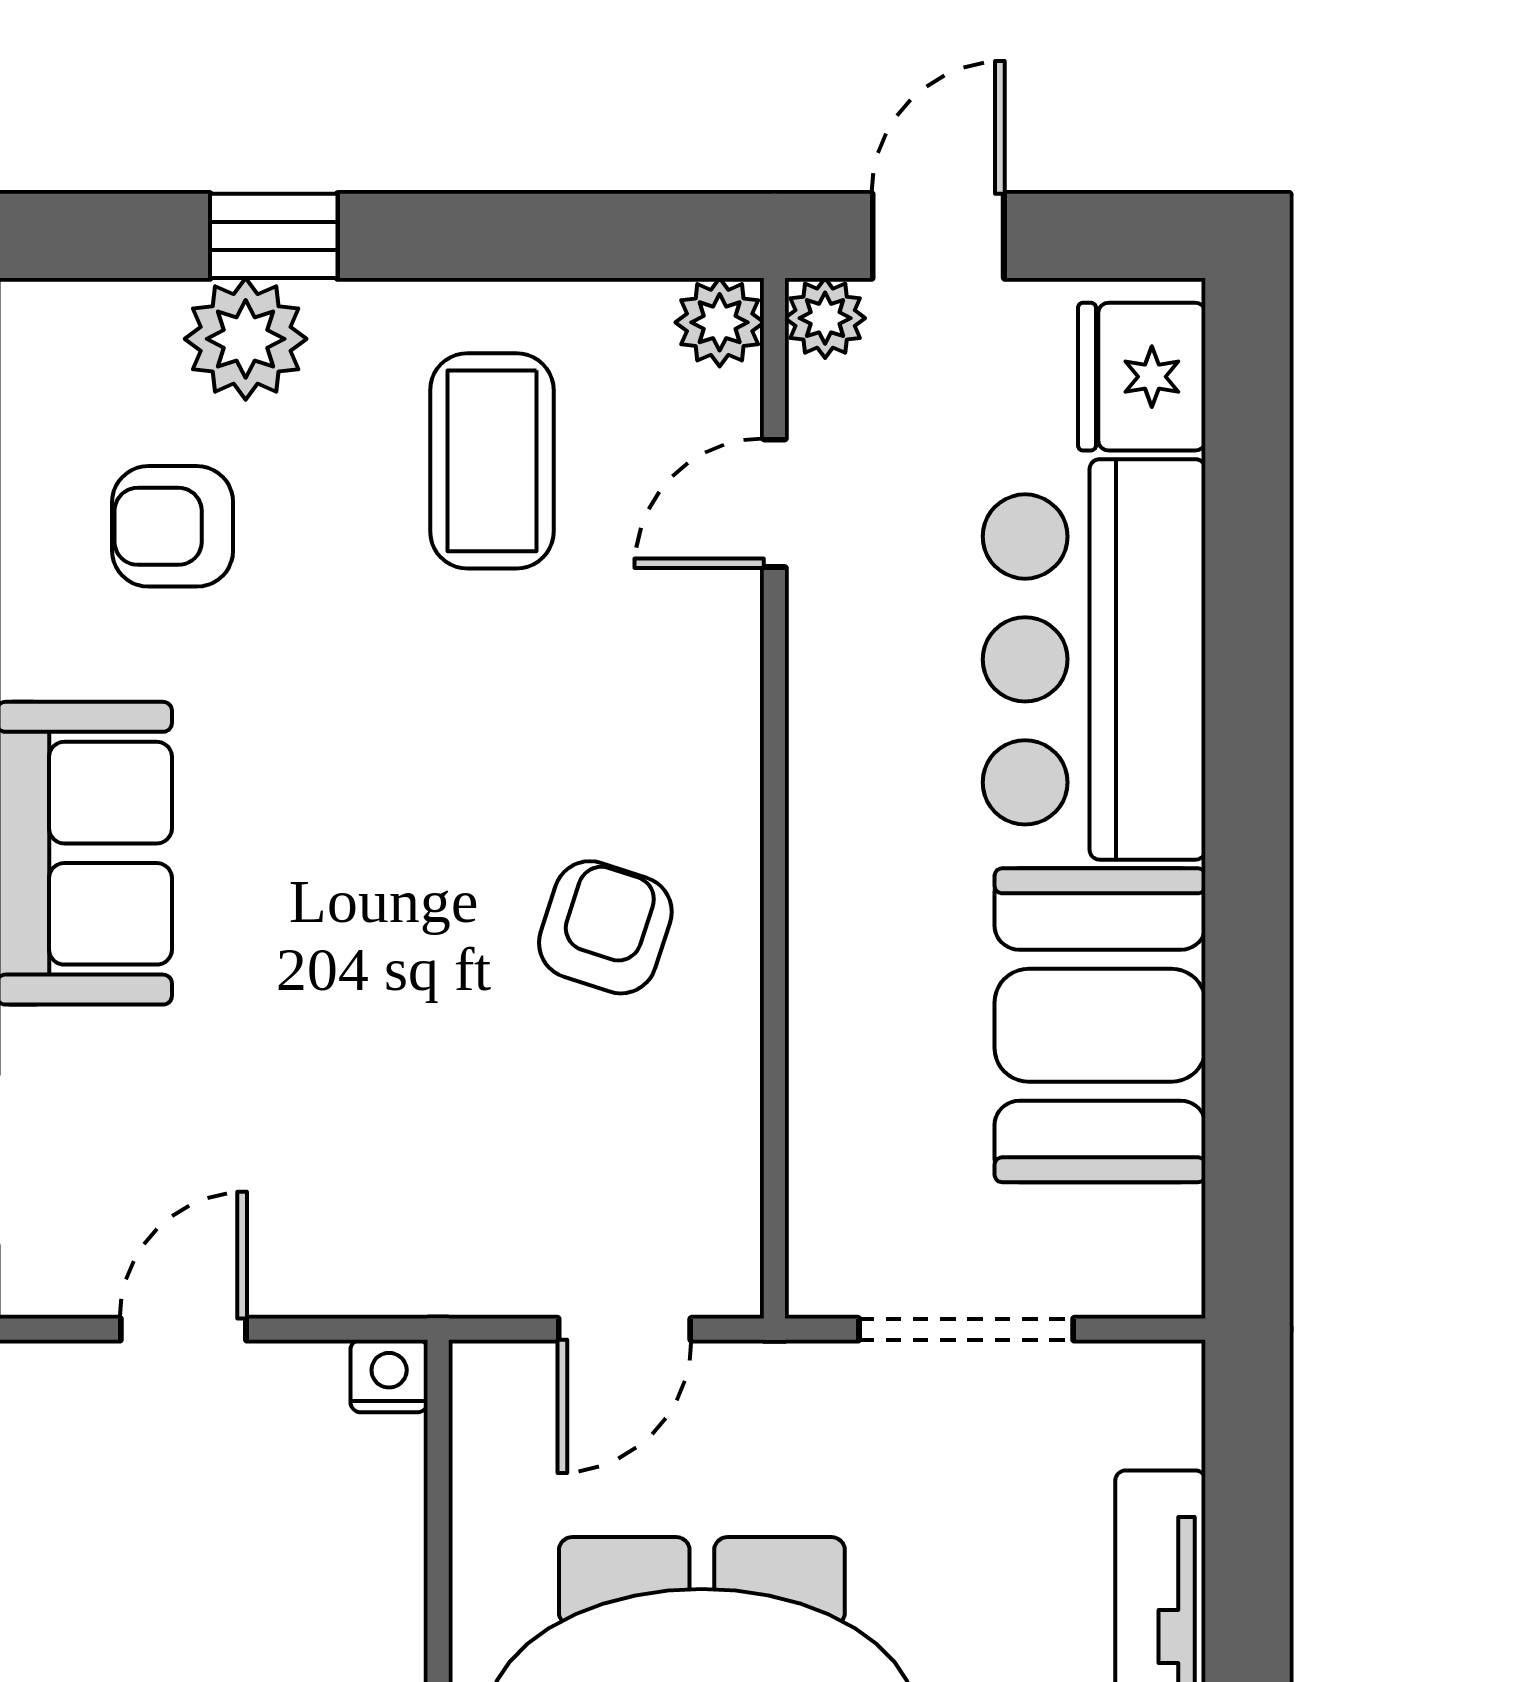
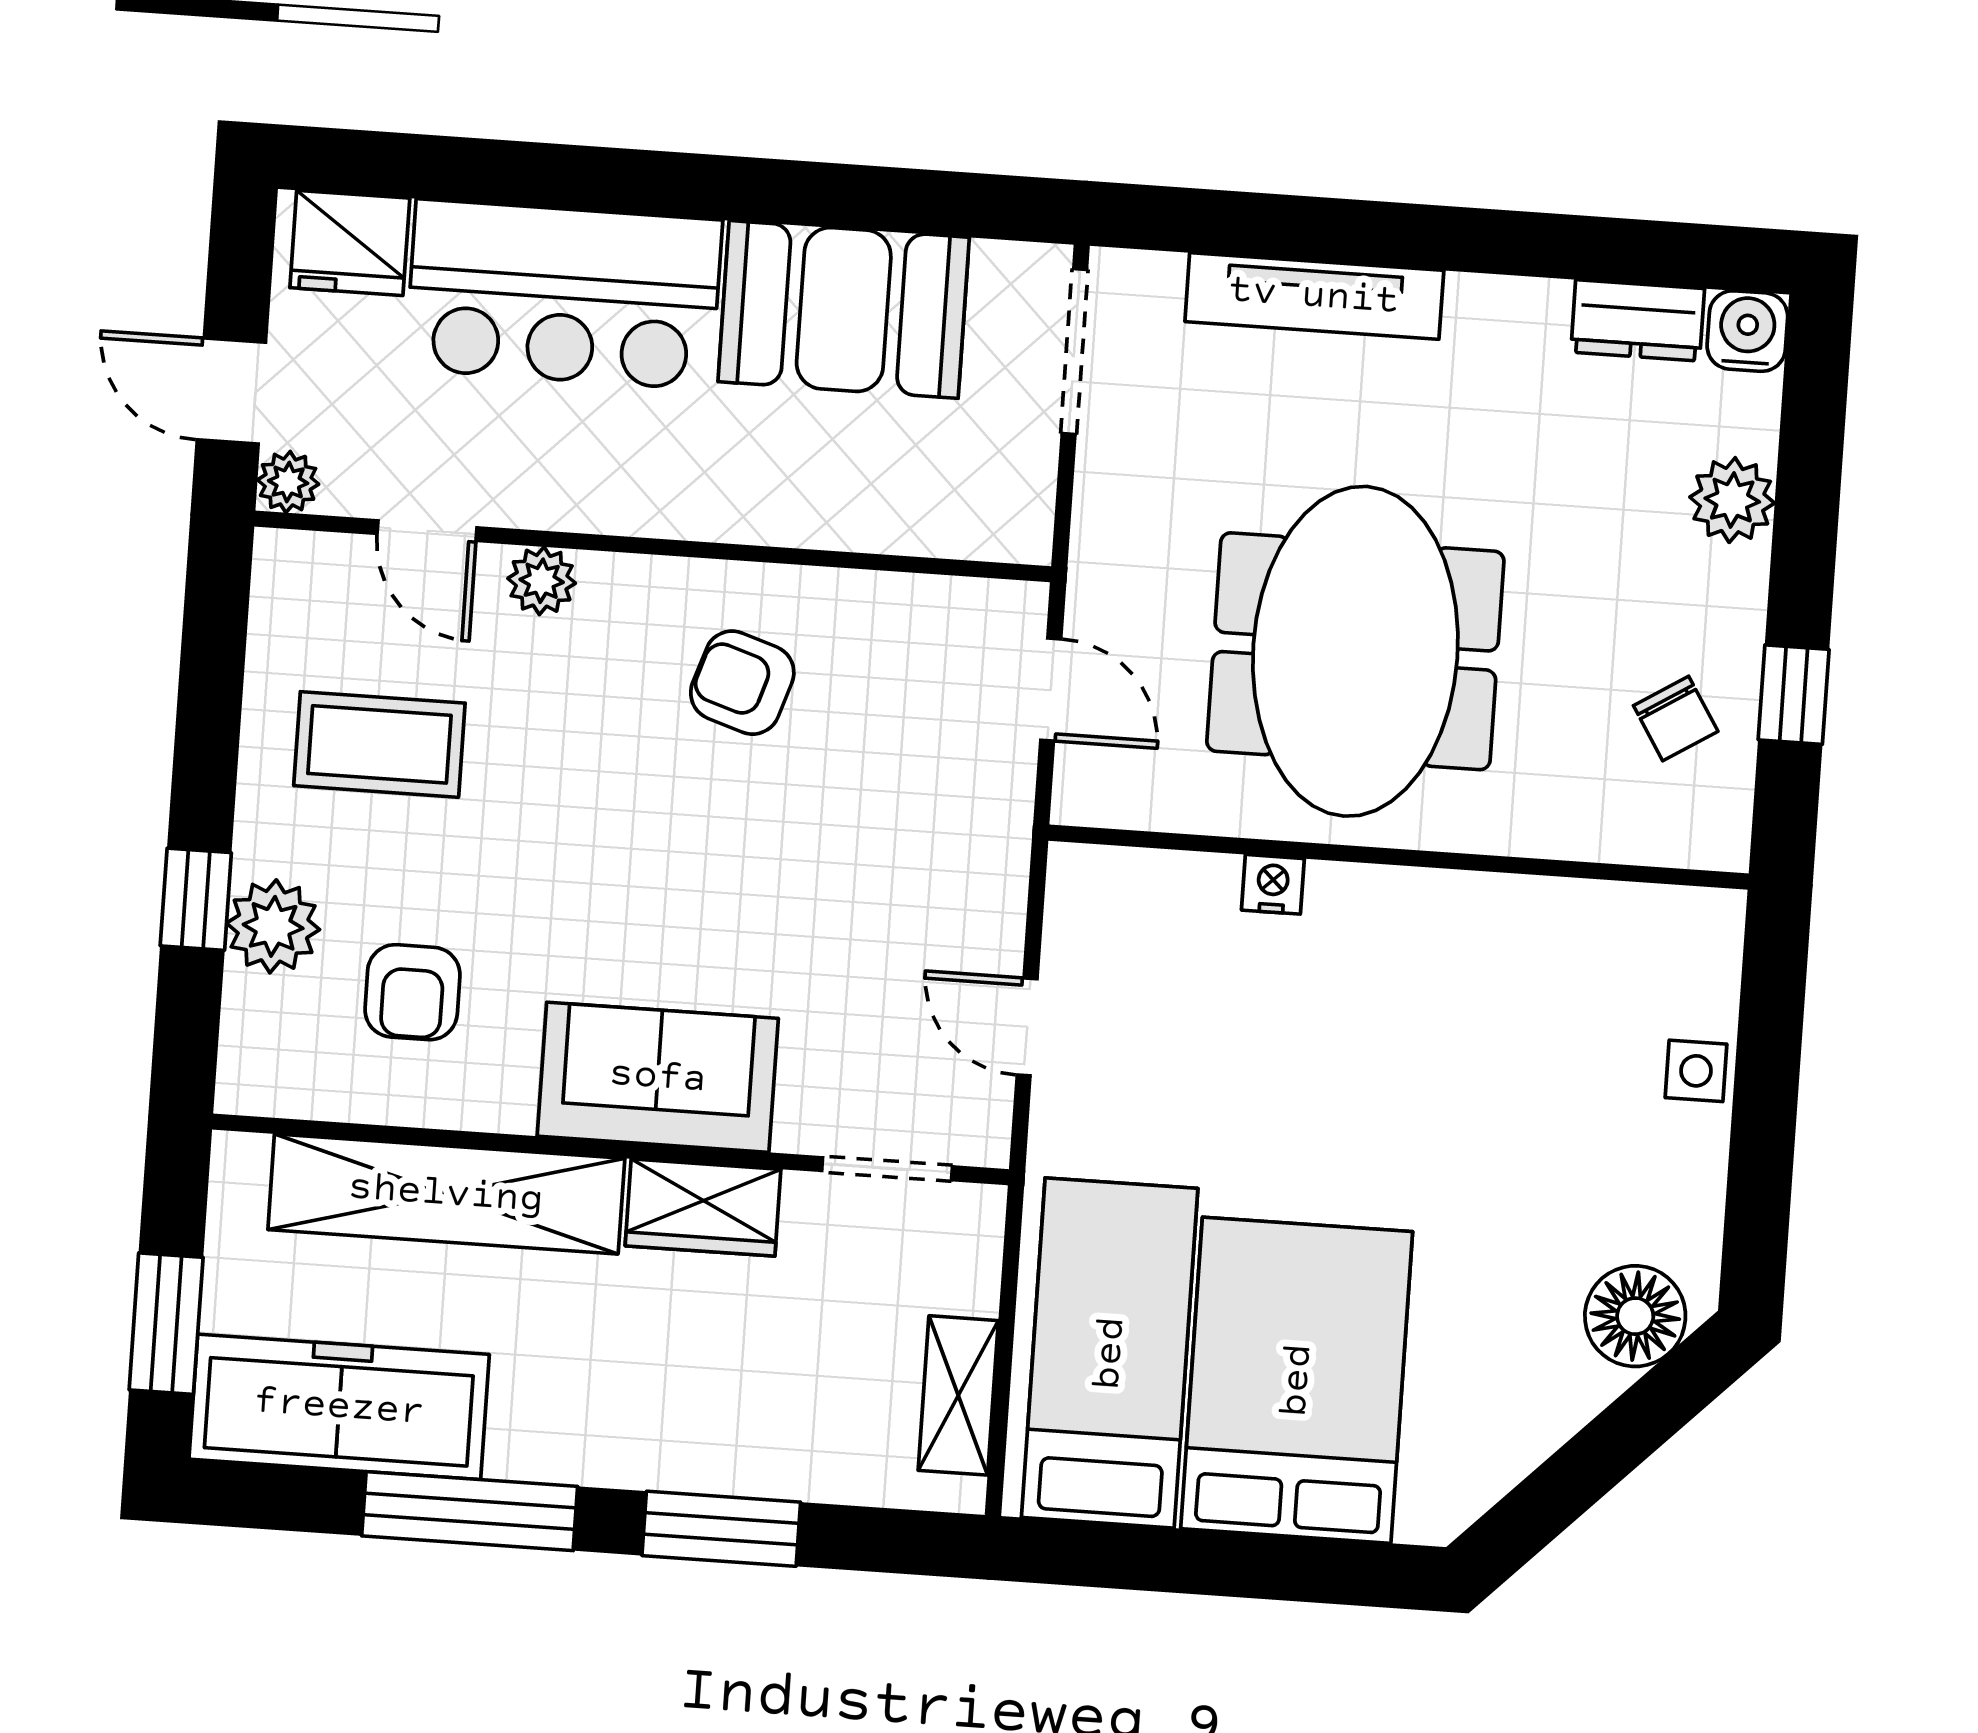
plant: (720, 322) -> (542, 581), moved
doorway: (966, 1329) -> (1074, 351), moved
nightstand: (389, 1376) -> (1273, 884), moved, turned 90

